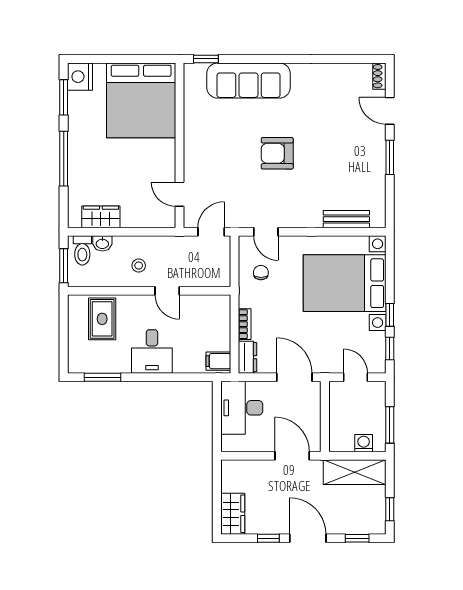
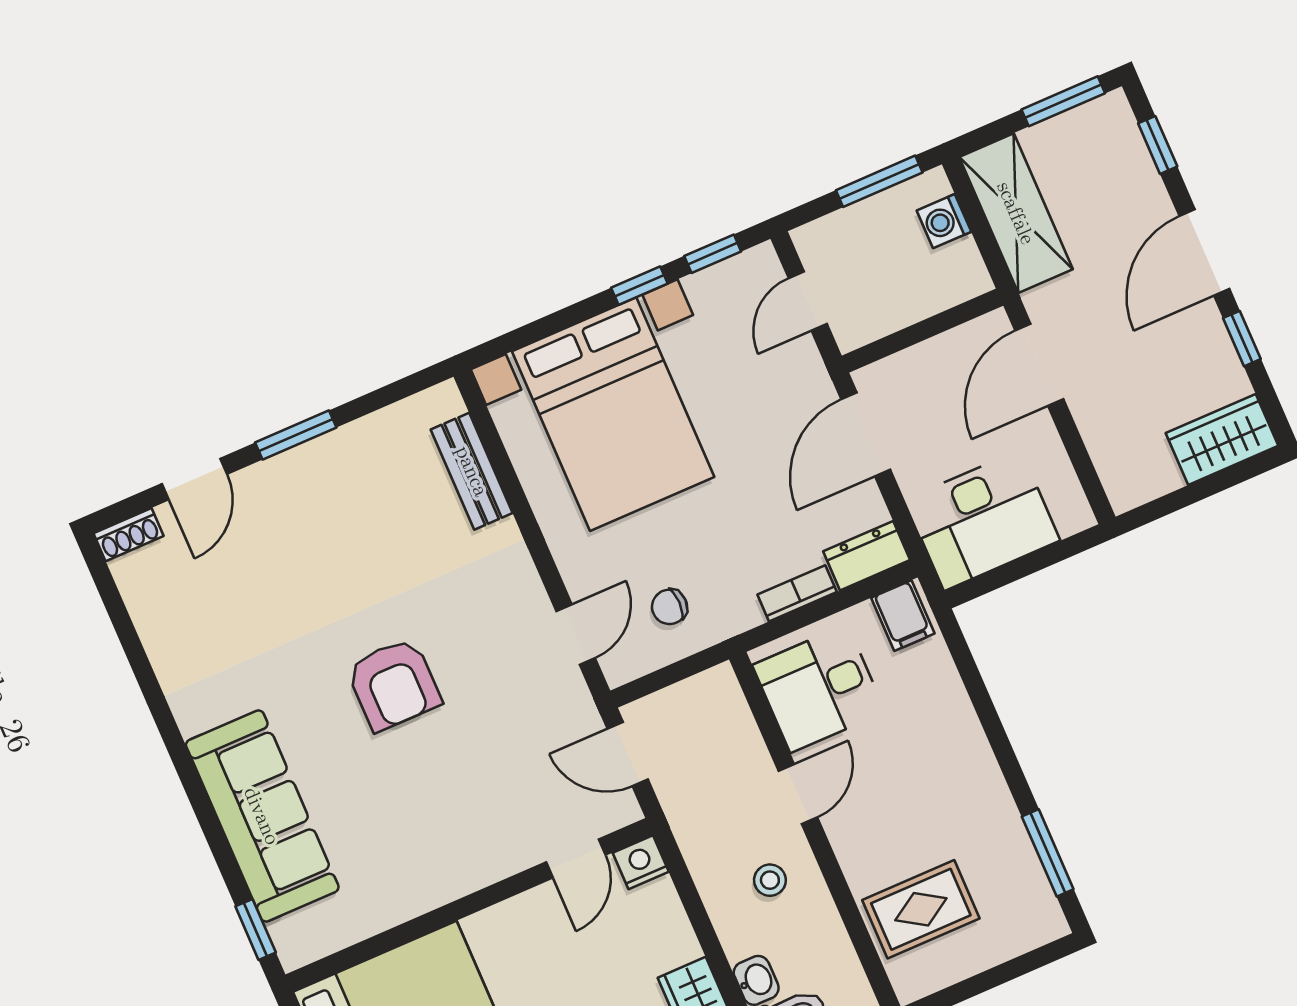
nightstand: (167, 219) -> (641, 862), added
desk: (152, 351) -> (819, 688), moved, turned 180
window: (390, 509) -> (1063, 101), width x1.50

